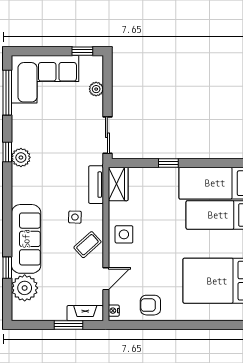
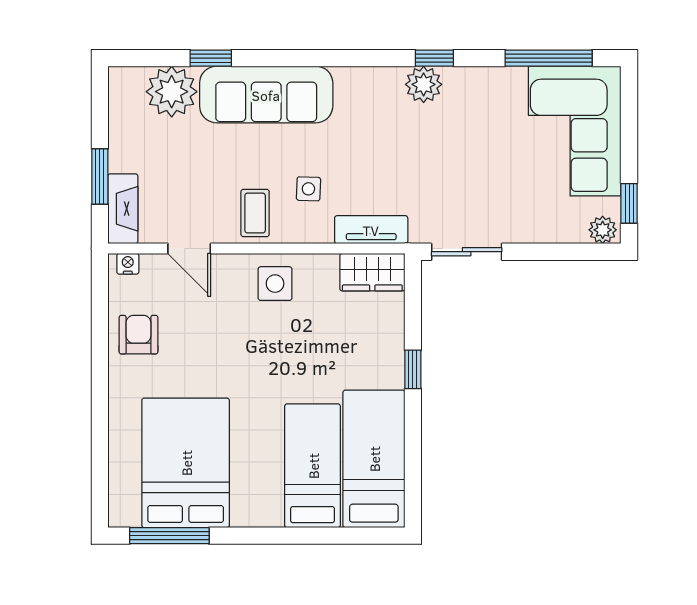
plant: (96, 89) -> (603, 230), moved
coffee table: (87, 245) -> (255, 213), turned 42

